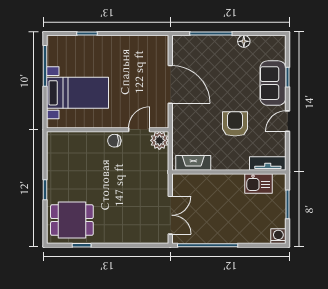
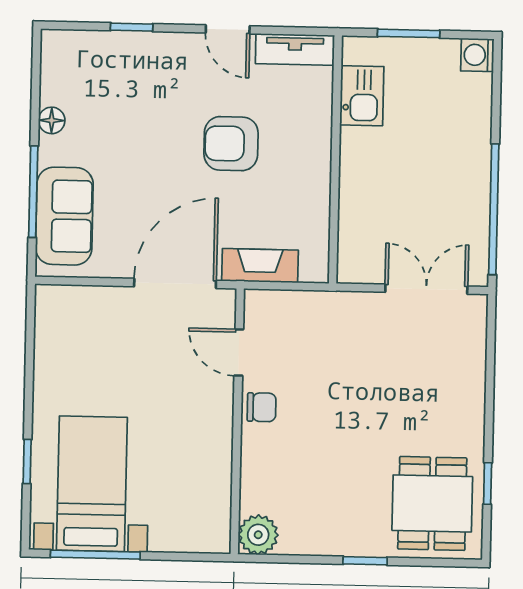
sofa: (273, 83) -> (64, 216), moved, turned -90
door: (170, 84) -> (175, 283), moved
bed with nightstands: (77, 93) -> (92, 484), moved
plant: (159, 140) -> (258, 535), moved
chair: (114, 141) -> (262, 407), turned -90
fireplace: (193, 163) -> (260, 266), moved, turned 90
tv unit: (268, 163) -> (295, 49), moved, turned -90

